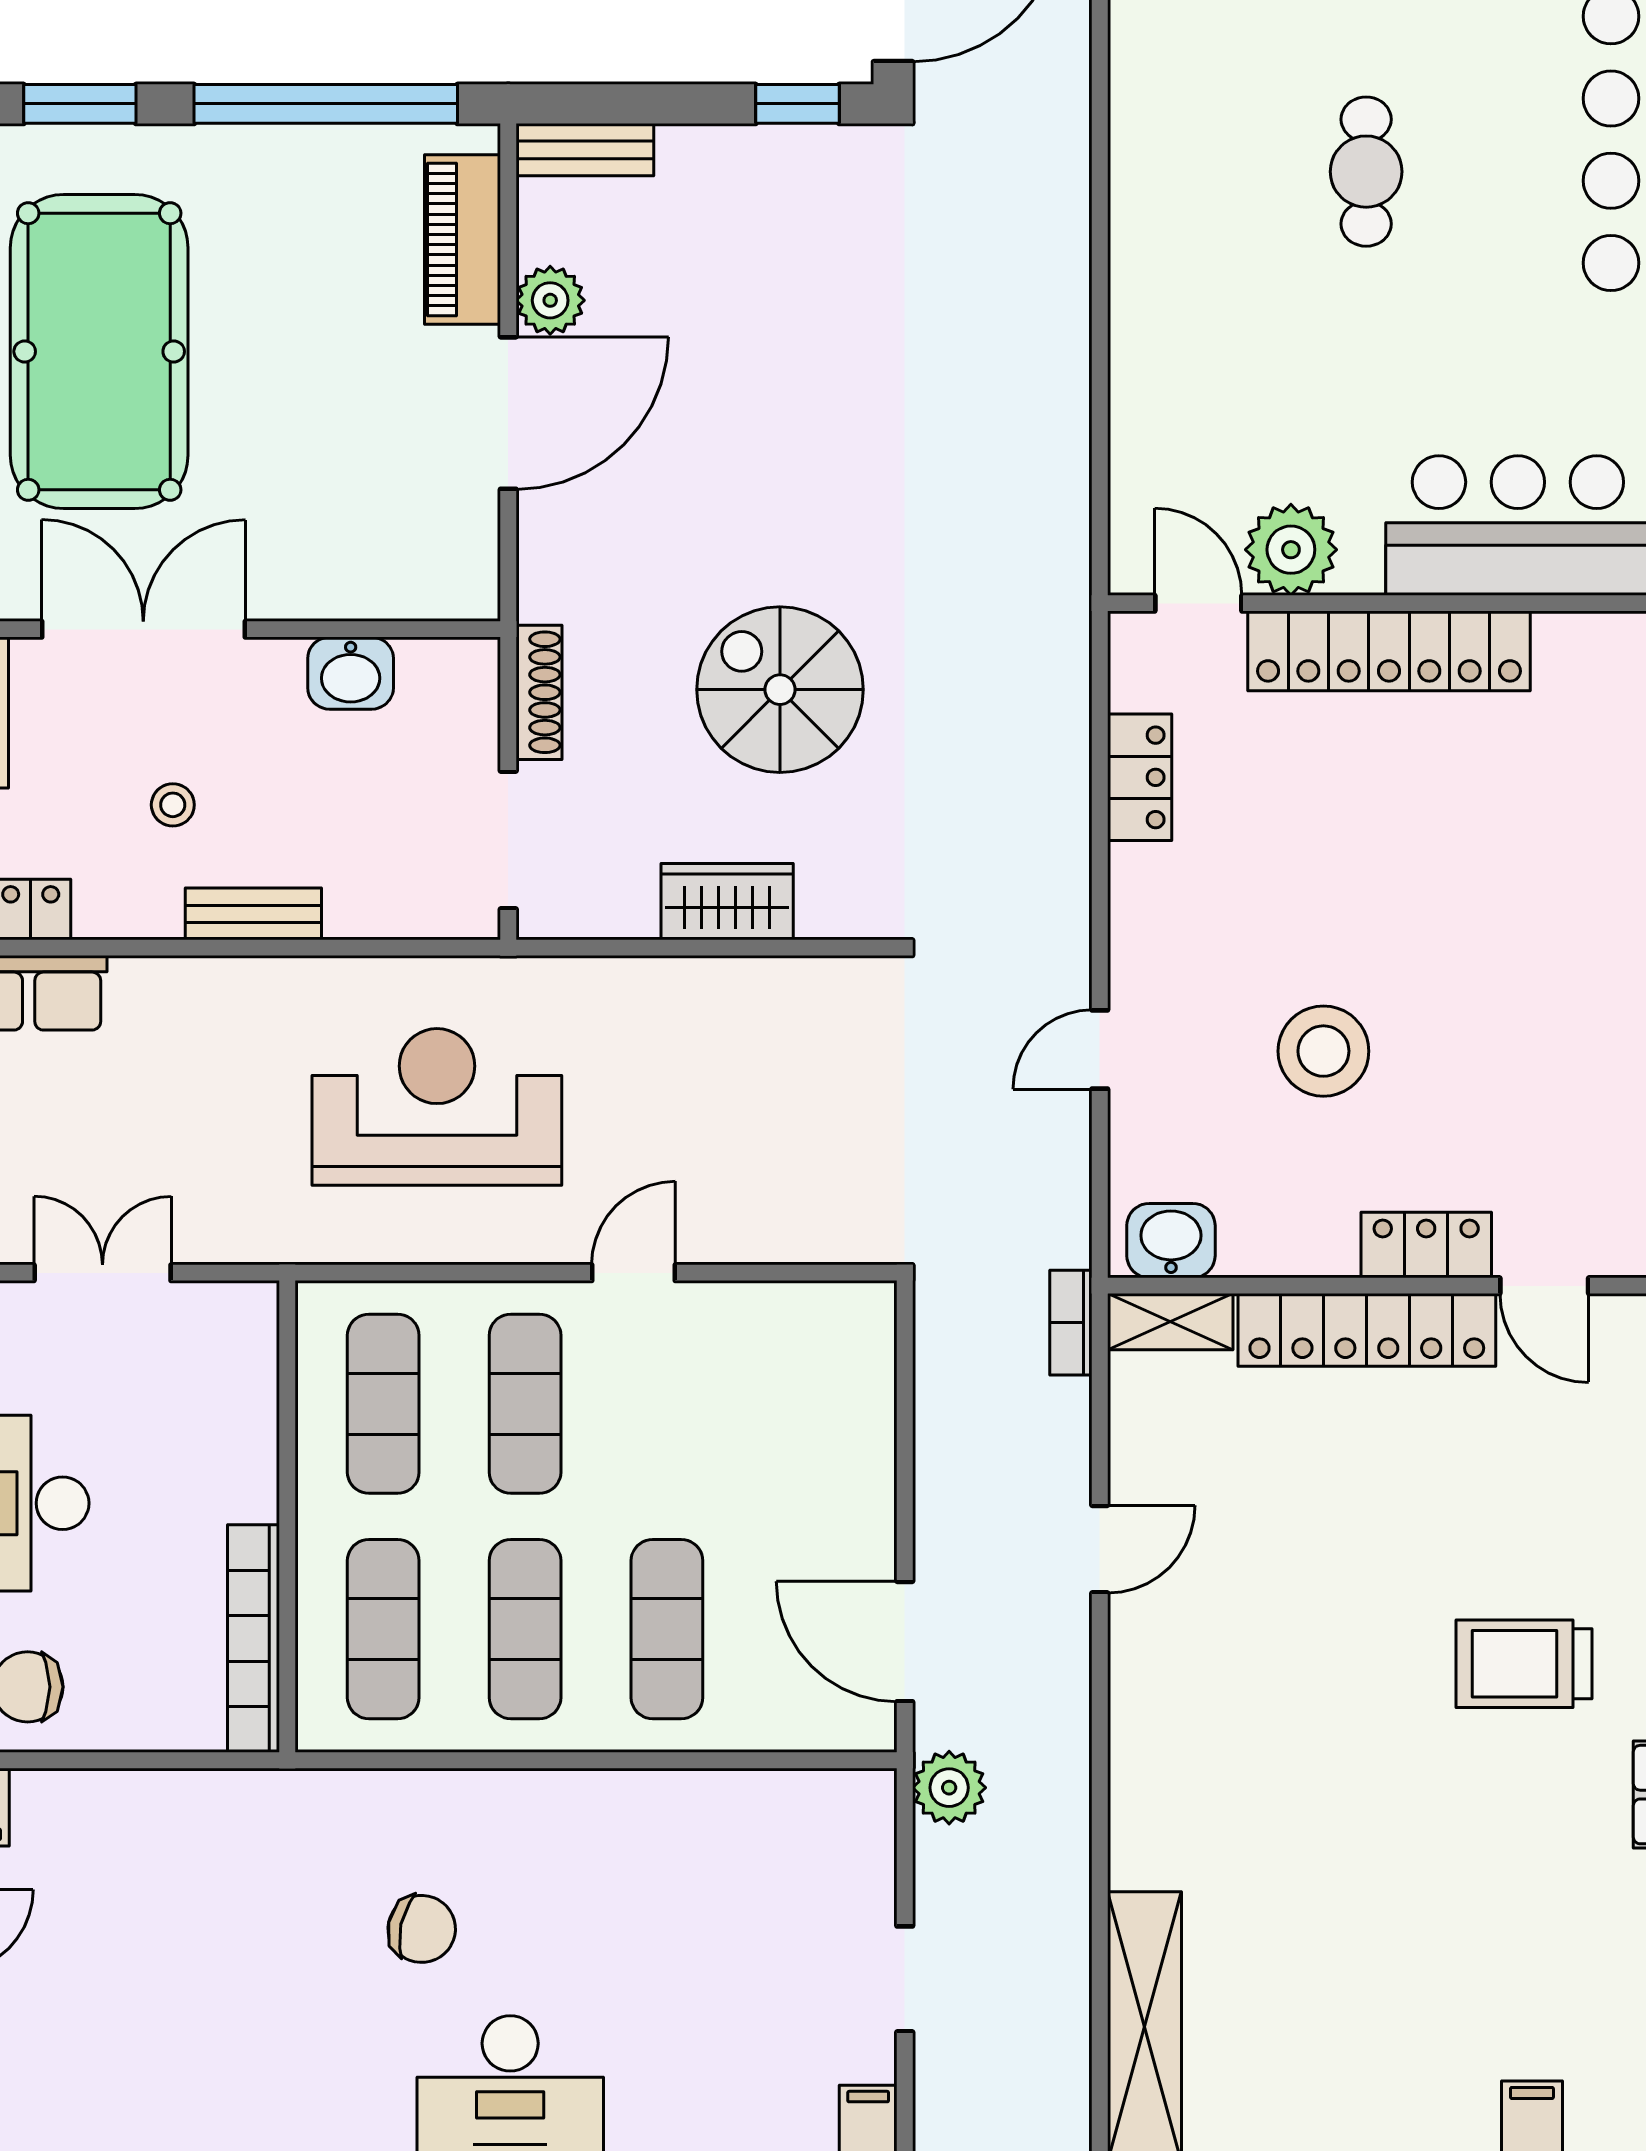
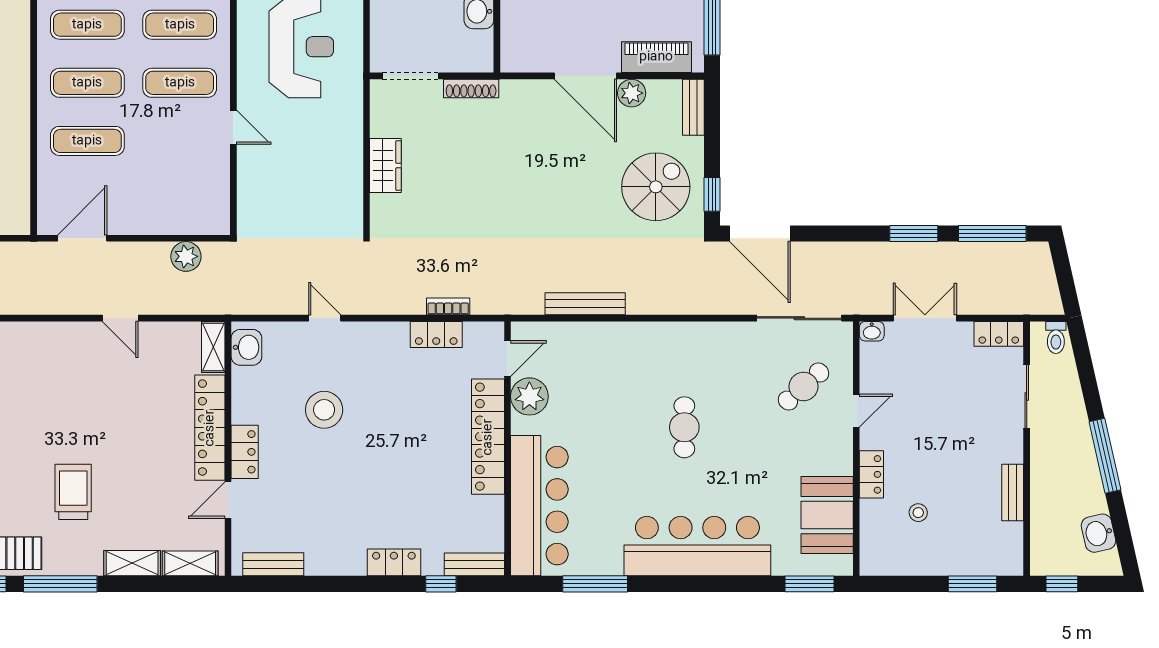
cafe table: (1366, 172) -> (684, 427), turned 90
bench: (1065, 414) -> (585, 304), added
spiral stairs: (780, 690) -> (656, 187), moved
bookcase: (1071, 1323) -> (448, 306), moved
plant: (949, 1788) -> (186, 256), moved

